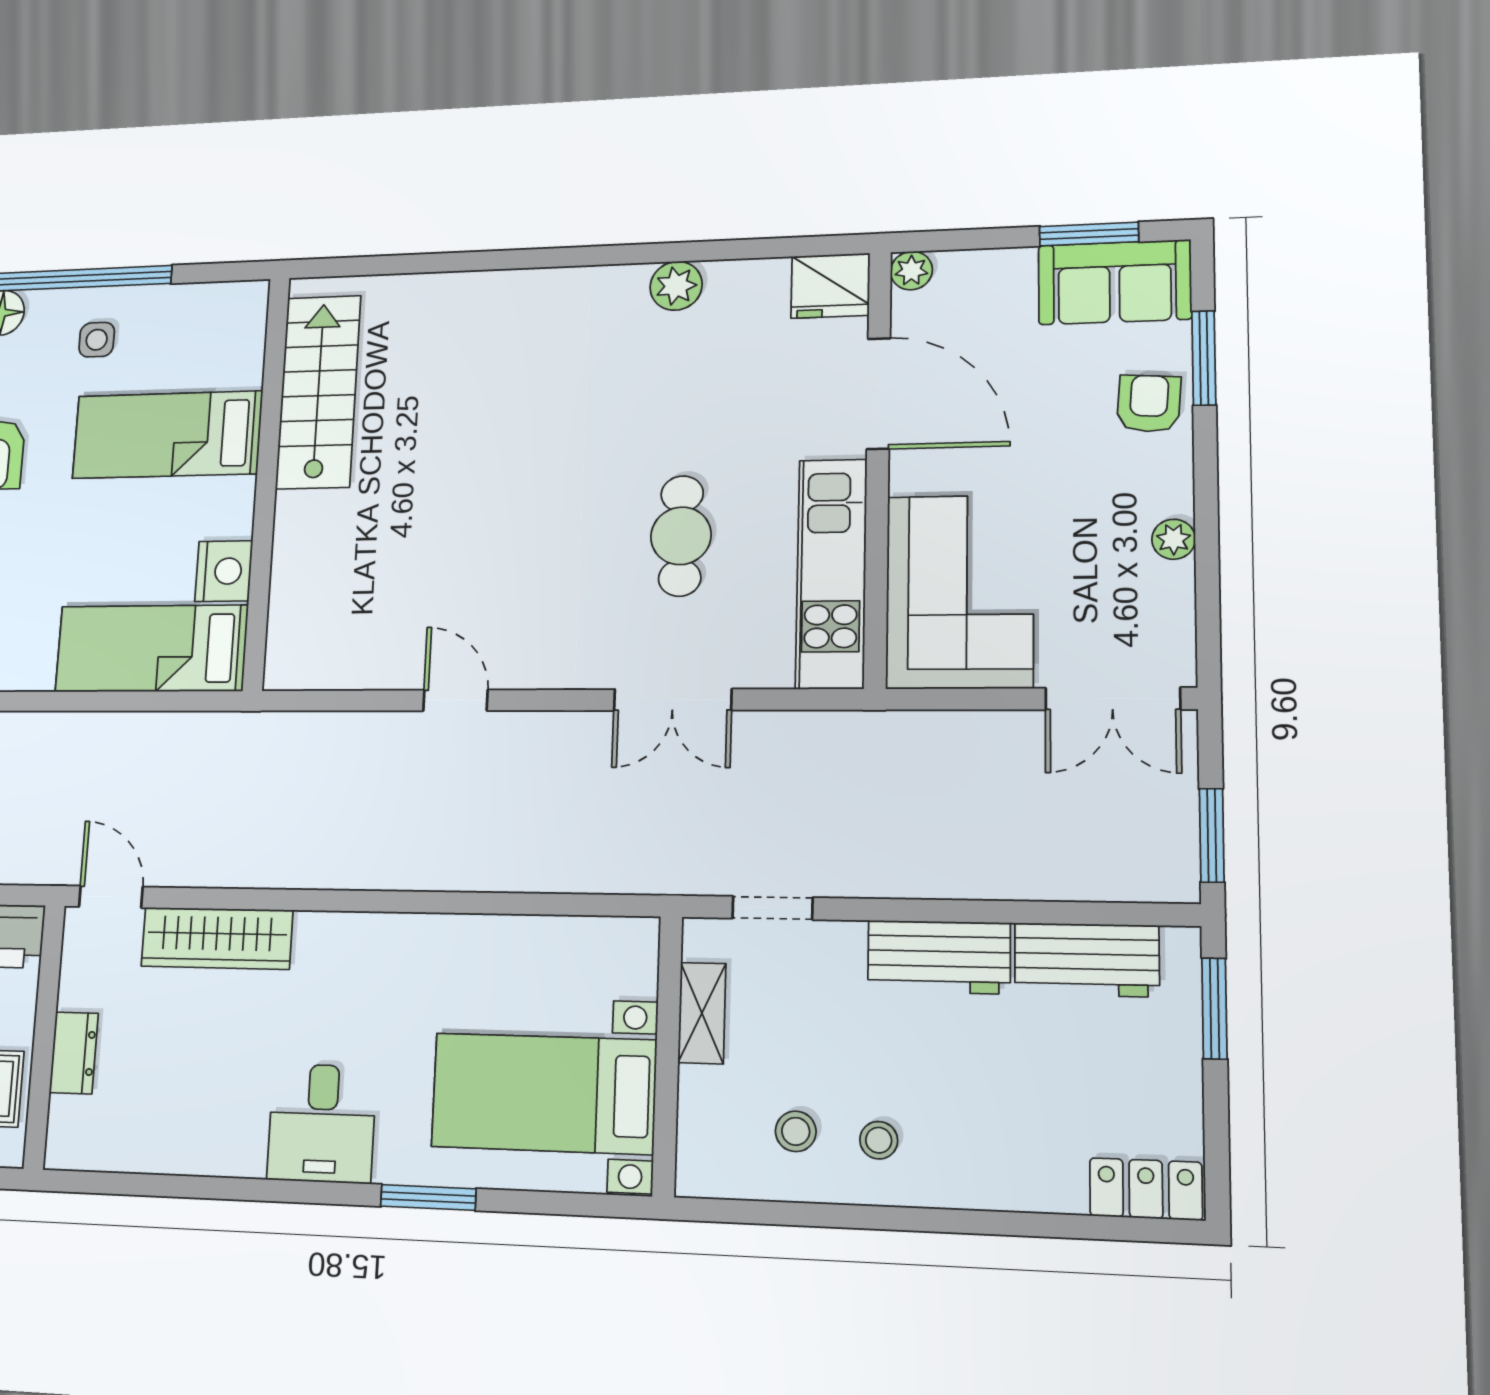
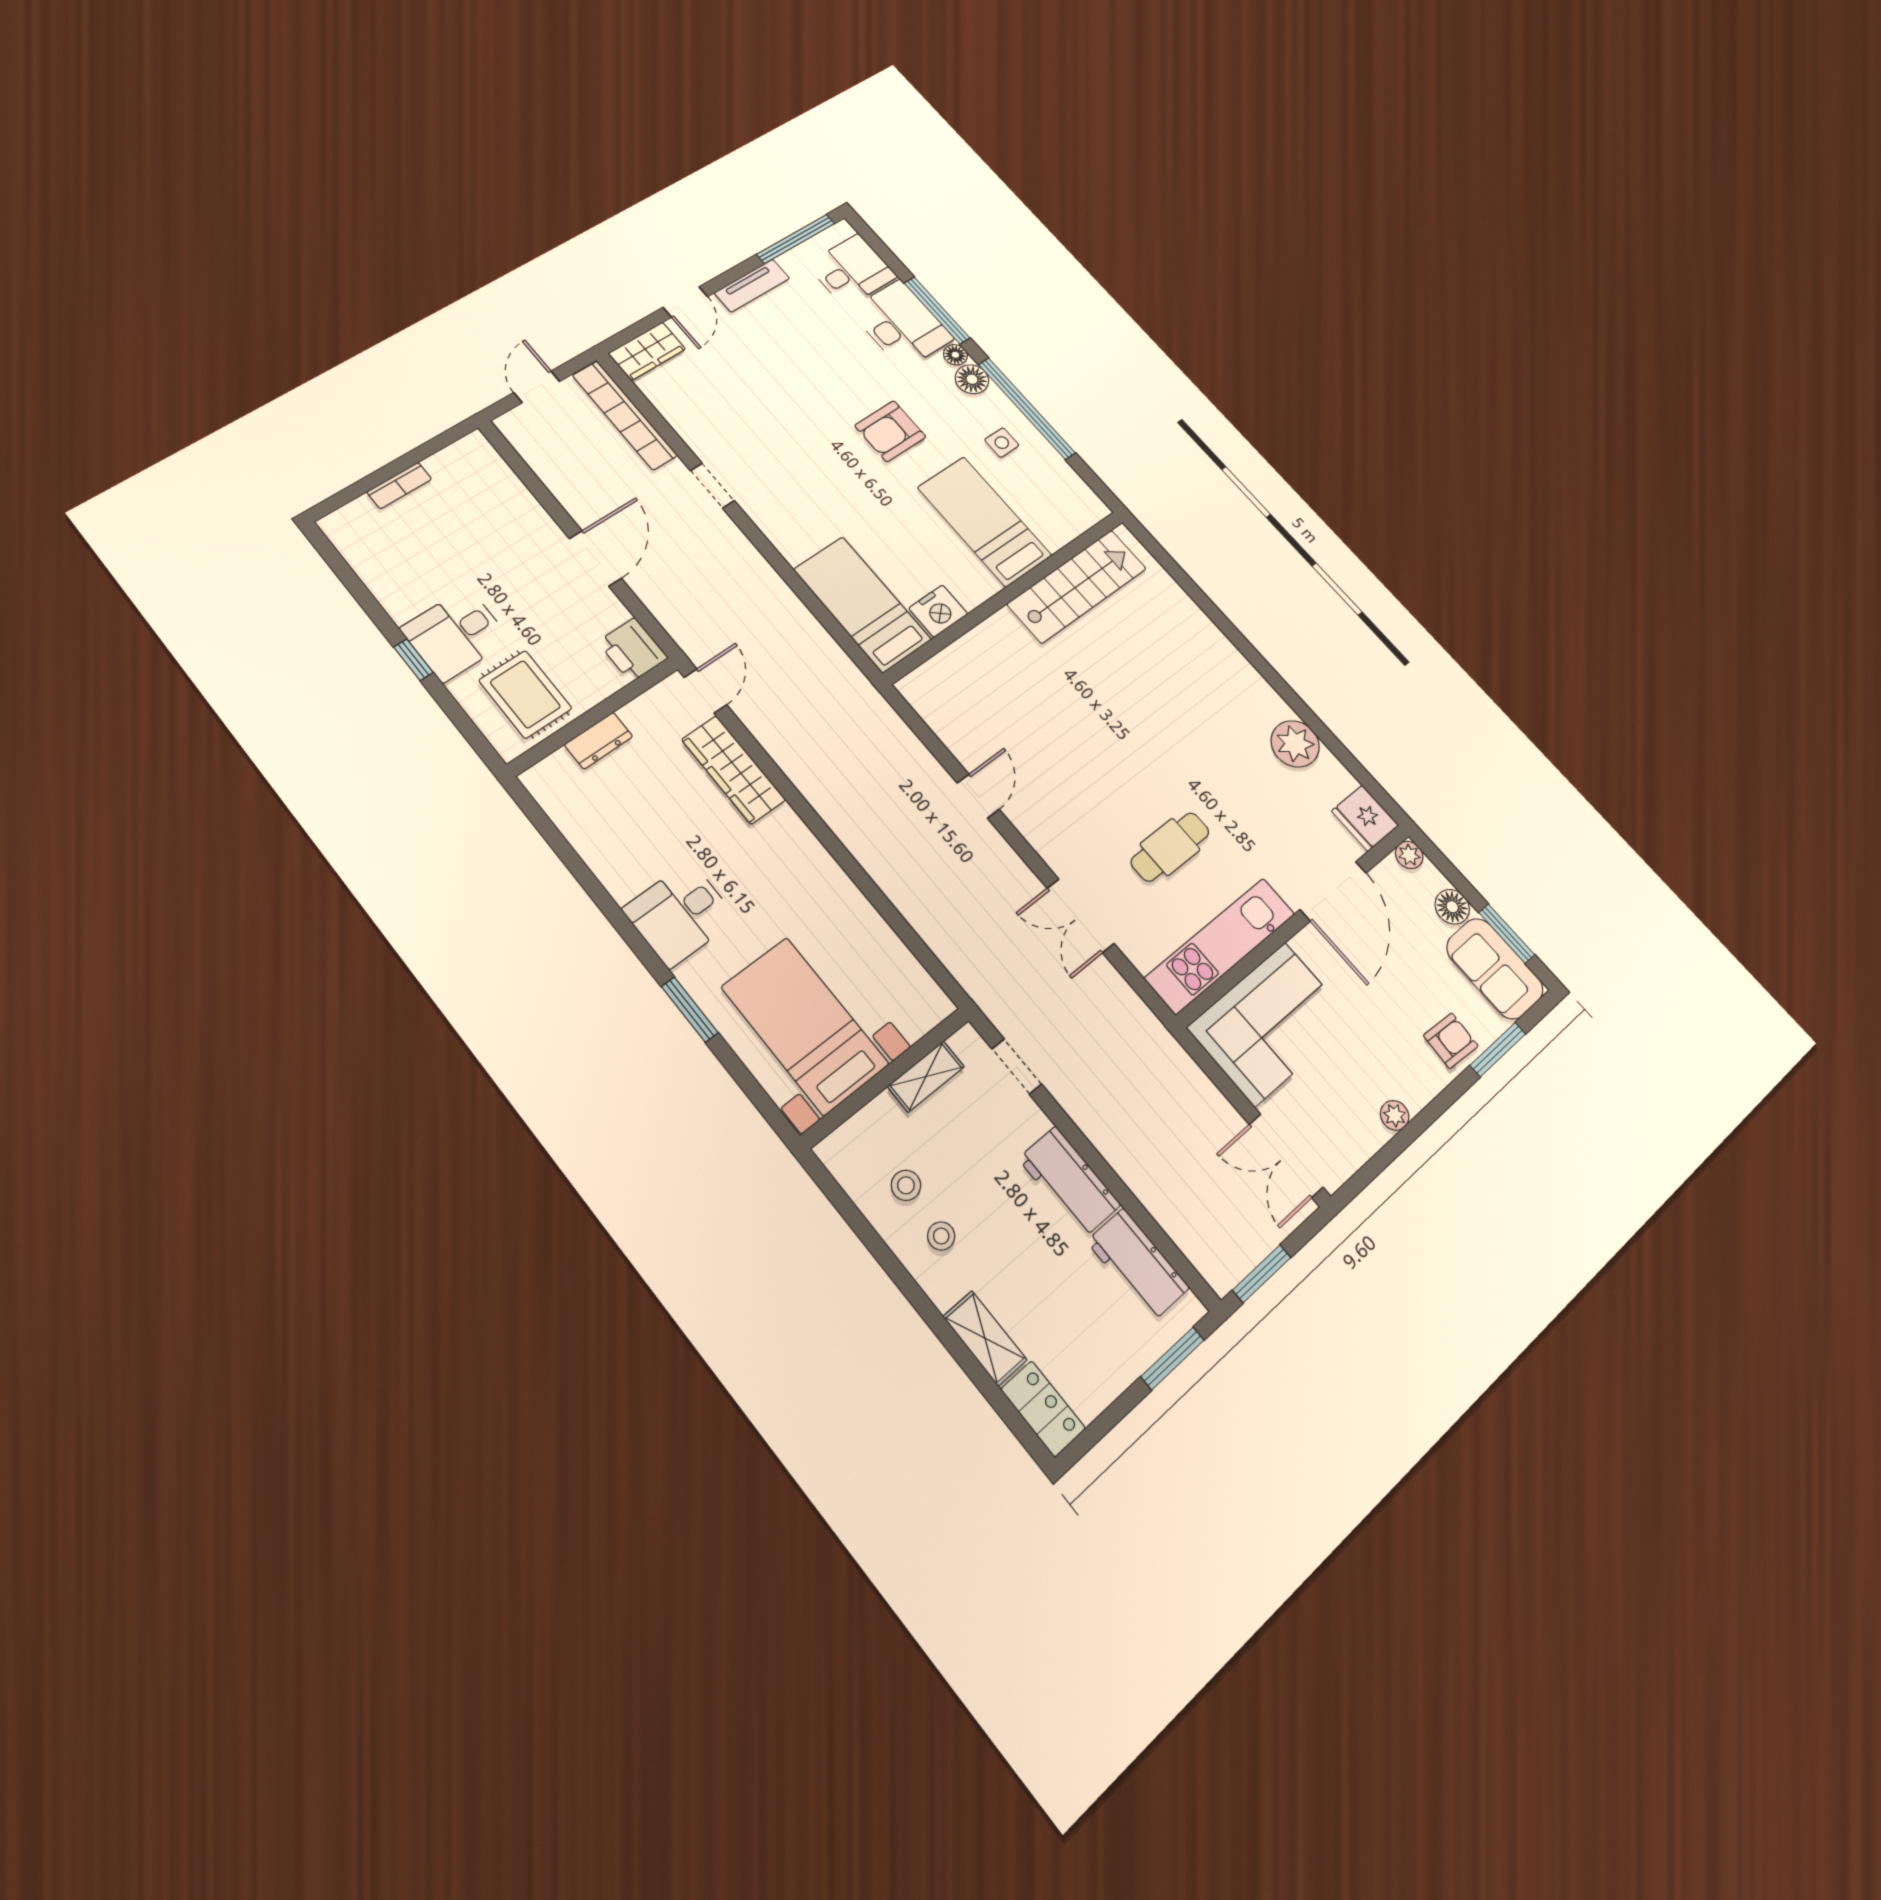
floor lamp: (1008, 271) -> (1452, 907), added
plant: (676, 286) -> (1295, 744), width x1.36, depth x1.36
shelving: (1022, 1186) -> (985, 1338), added

